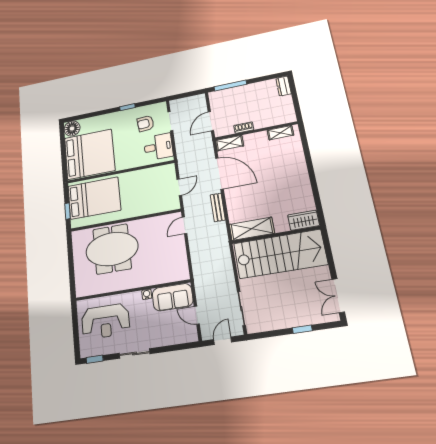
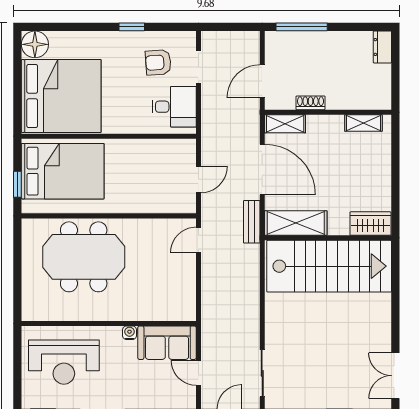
wardrobe: (303, 220) -> (370, 224), moved
shelving: (252, 229) -> (296, 223), moved
wall: (276, 235) -> (328, 238), moved
stairs: (280, 254) -> (329, 266), moved

